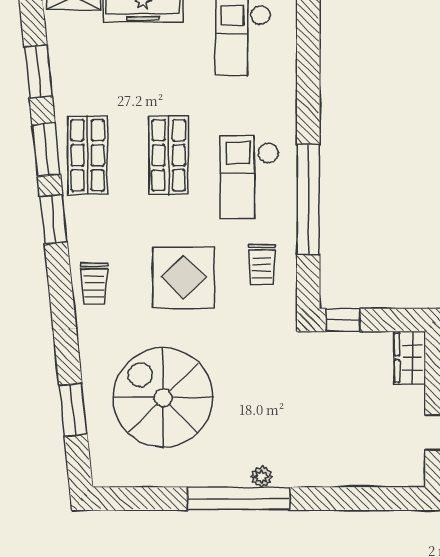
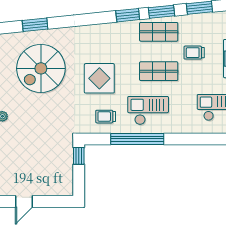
trolley: (94, 284) -> (194, 53), moved
wardrobe: (410, 358) -> (60, 188), removed
spiral stairs: (163, 398) -> (41, 68), turned 180

